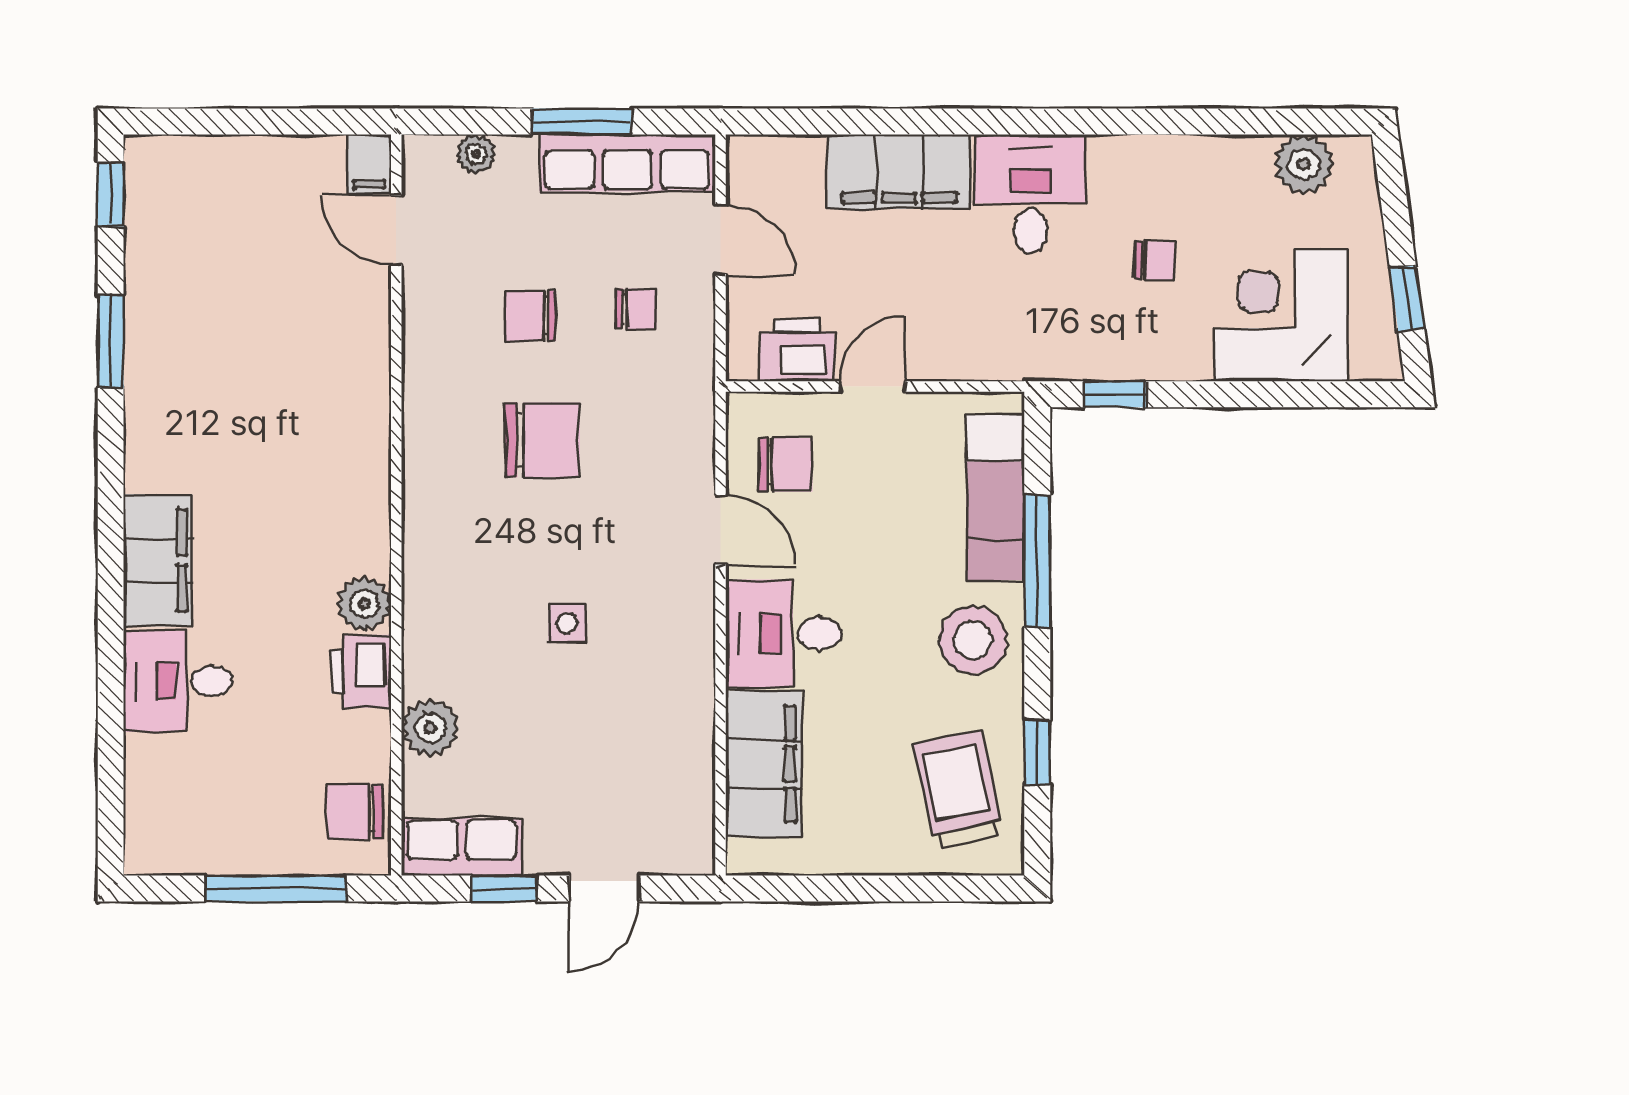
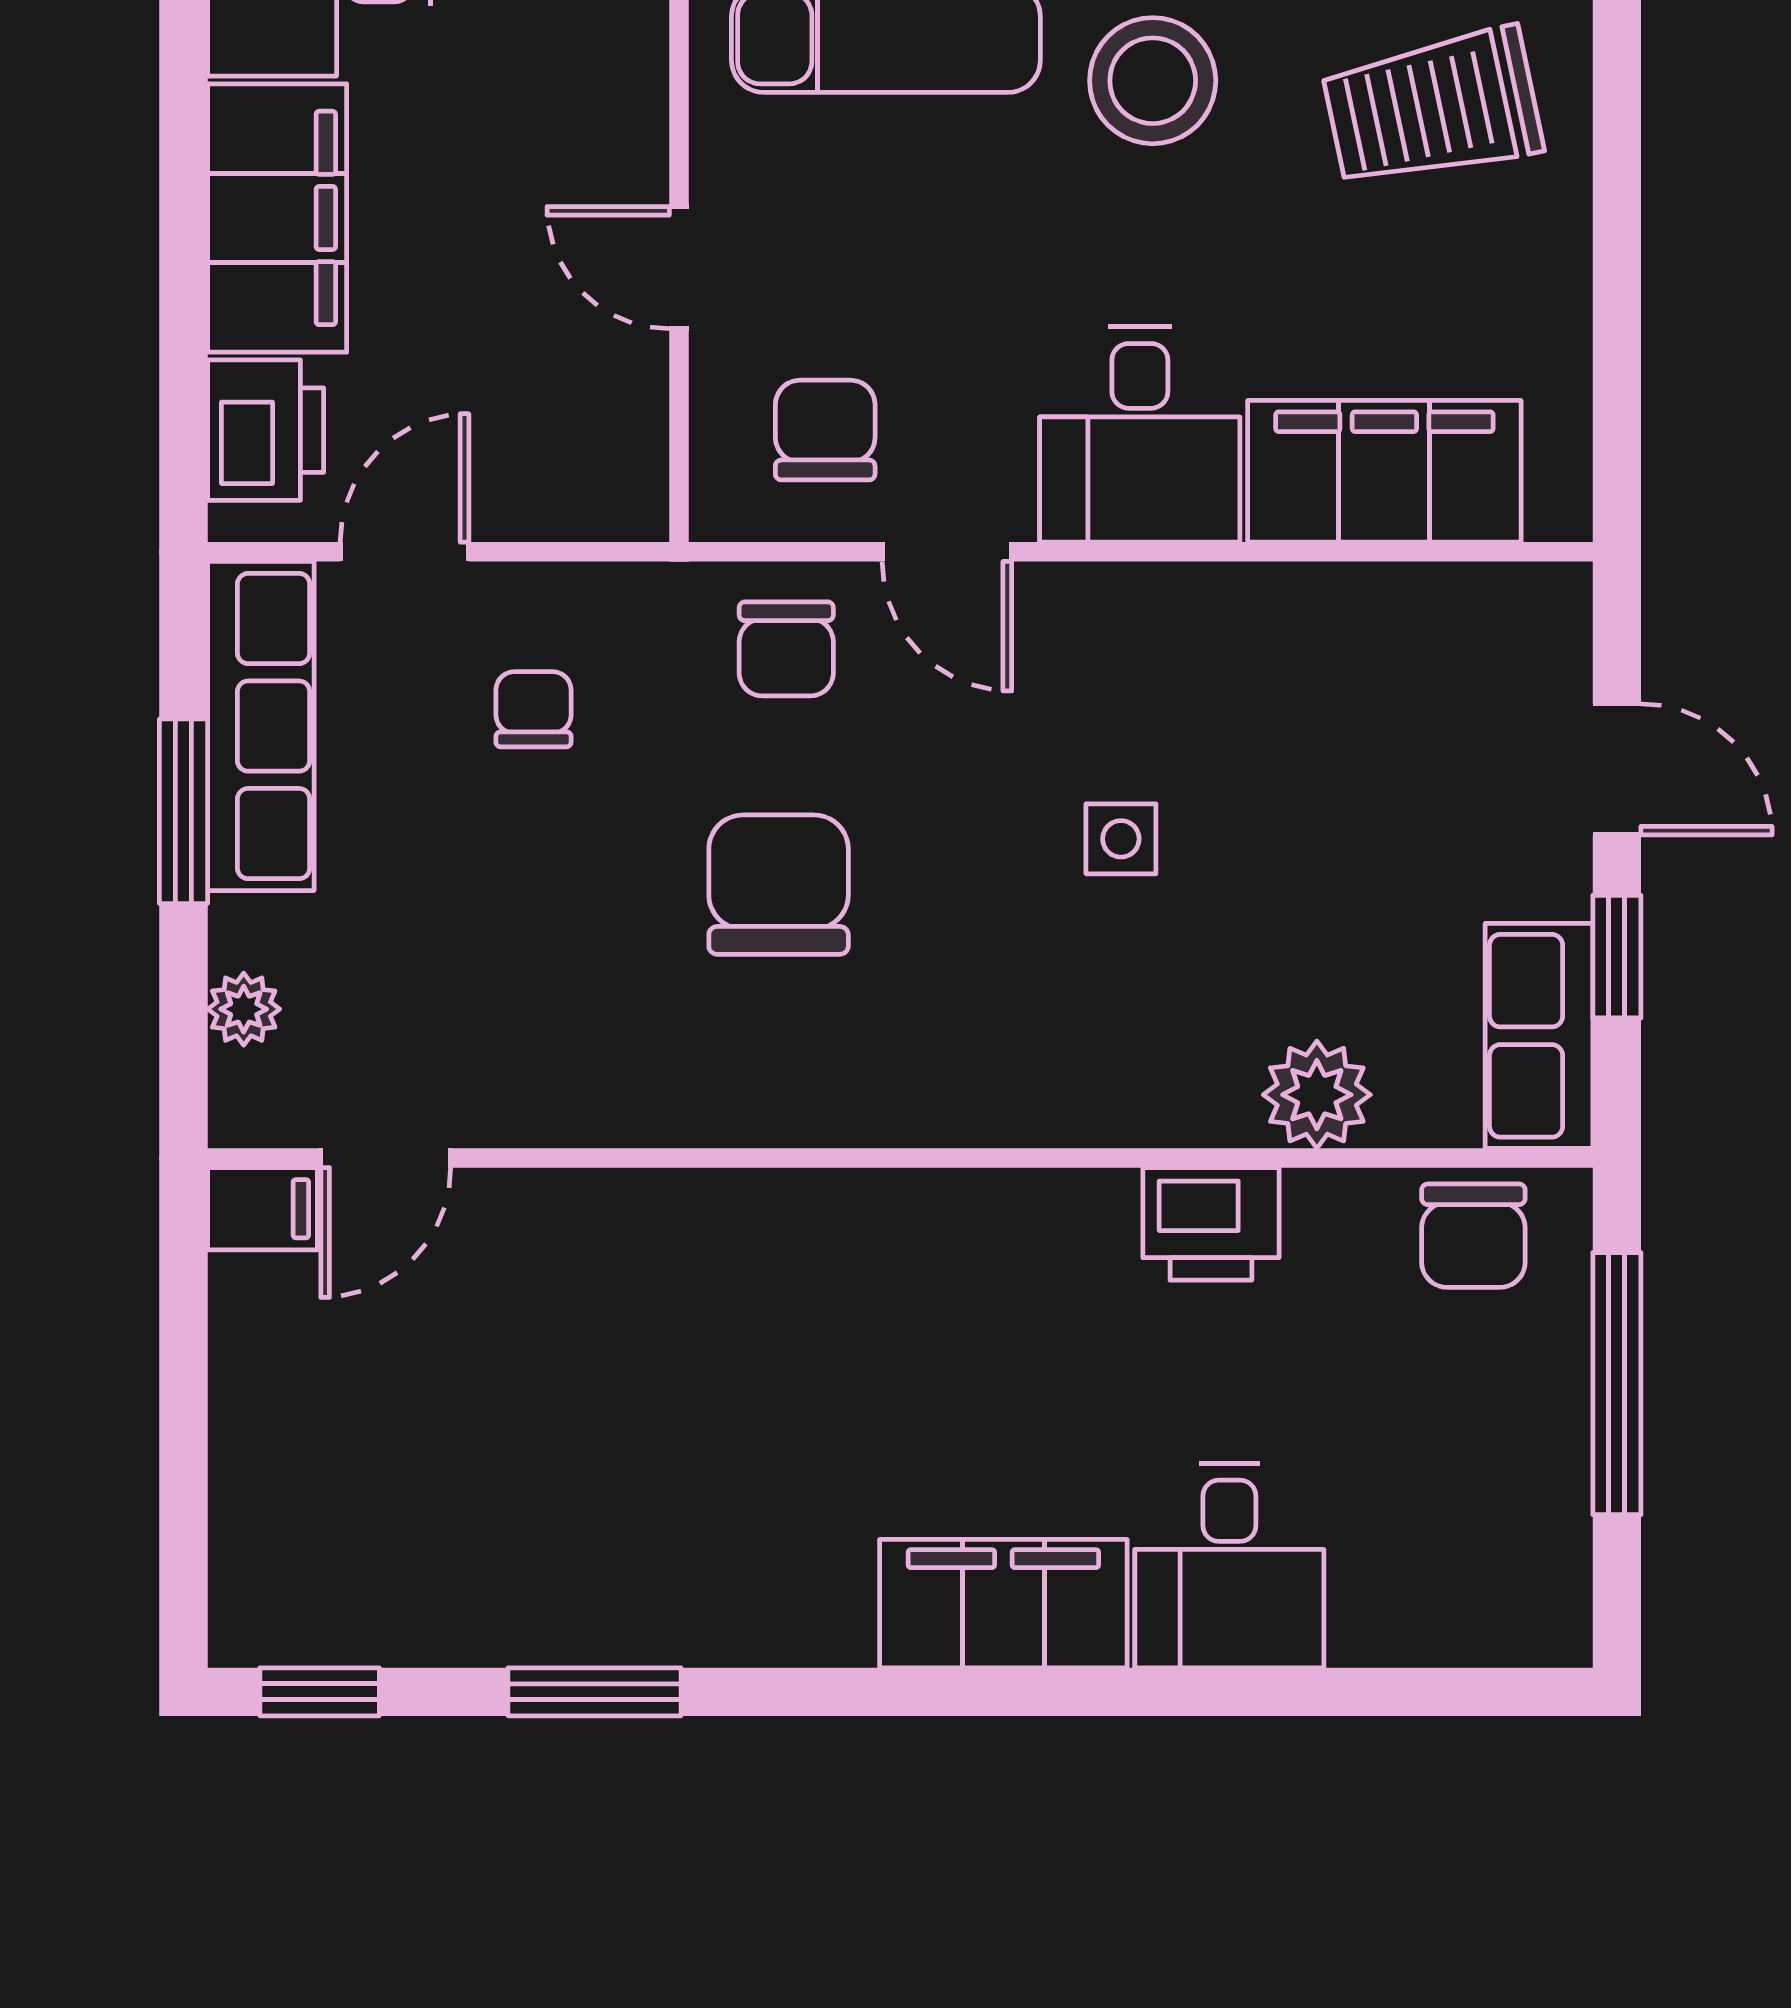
chair: (531, 316) -> (786, 649), moved
printer: (797, 350) -> (266, 430), moved, turned 180
door: (721, 530) -> (947, 552), swing flipped
plant: (364, 604) -> (1085, 1218), removed

